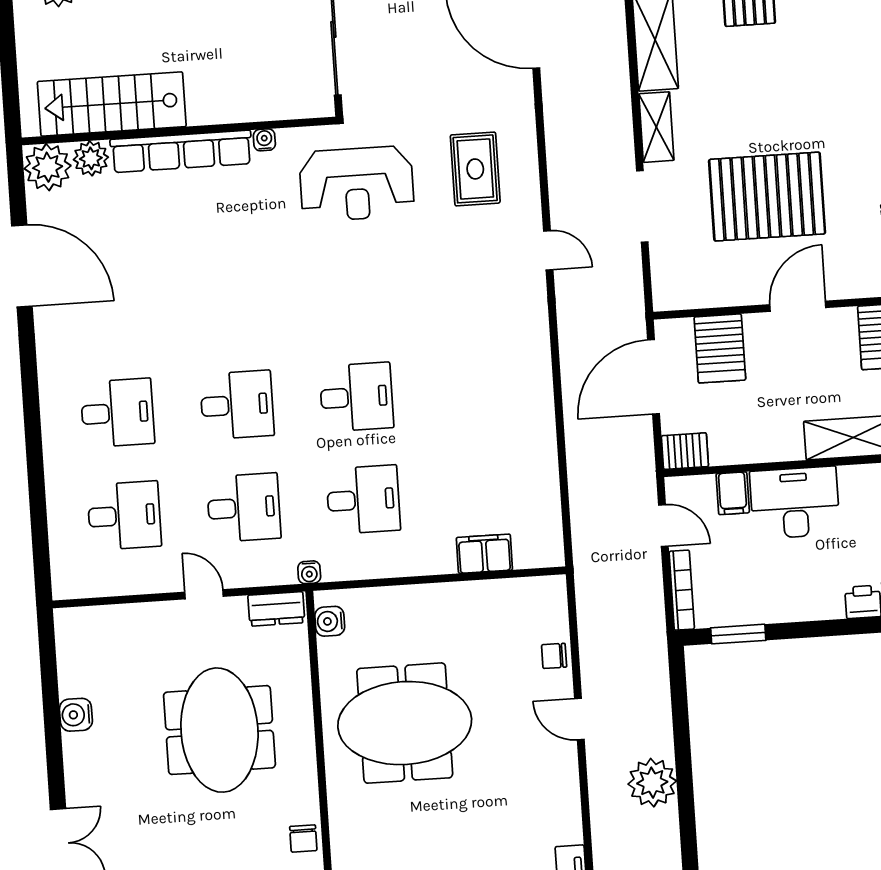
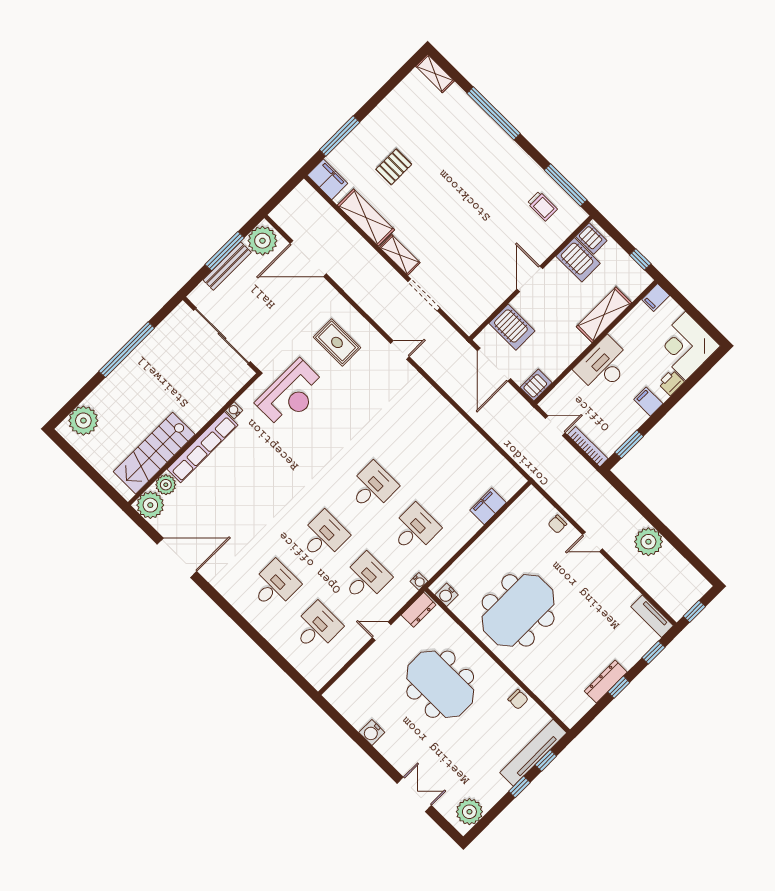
pallet: (767, 197) -> (475, 243), removed
filing cabinet: (733, 493) -> (648, 402), moved, turned 180

